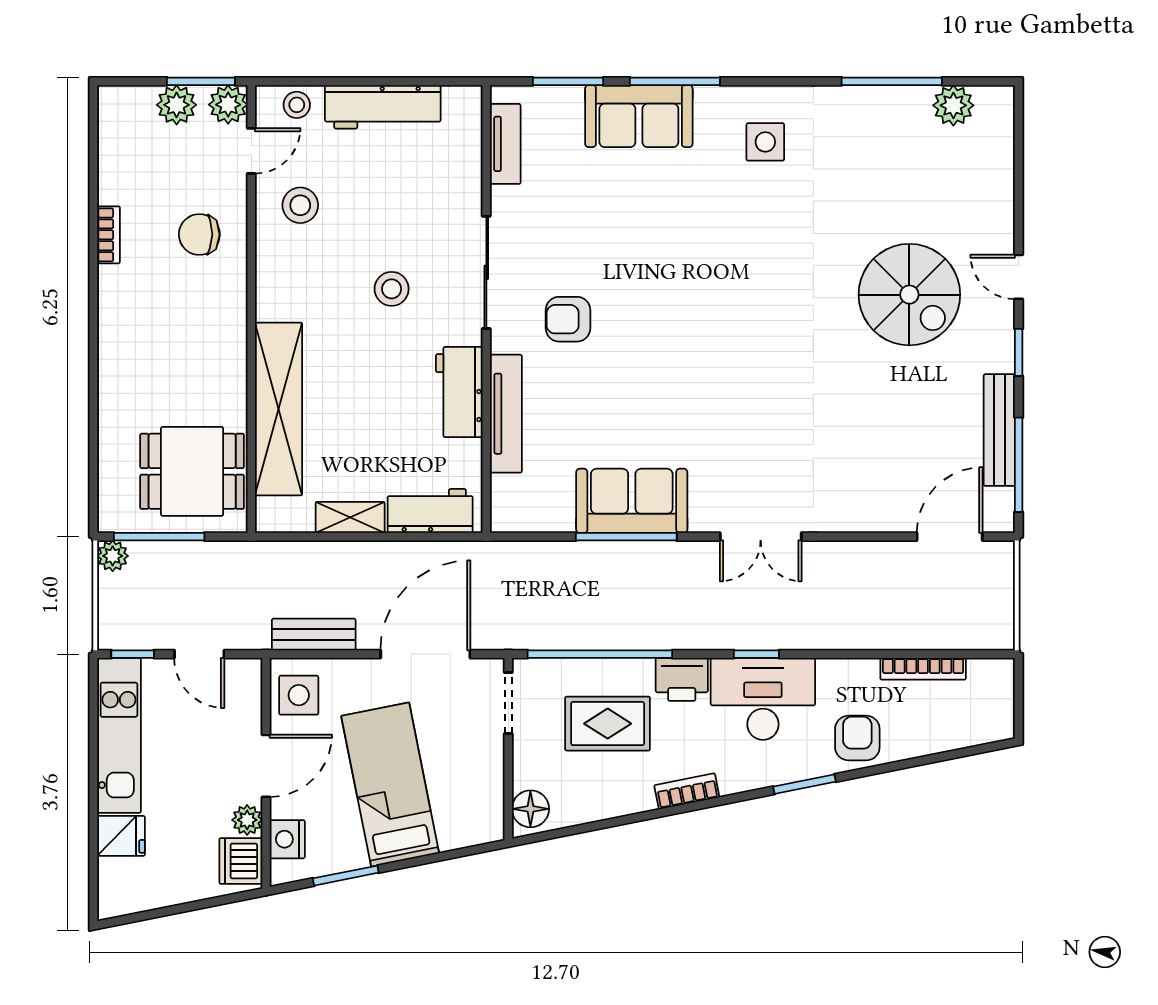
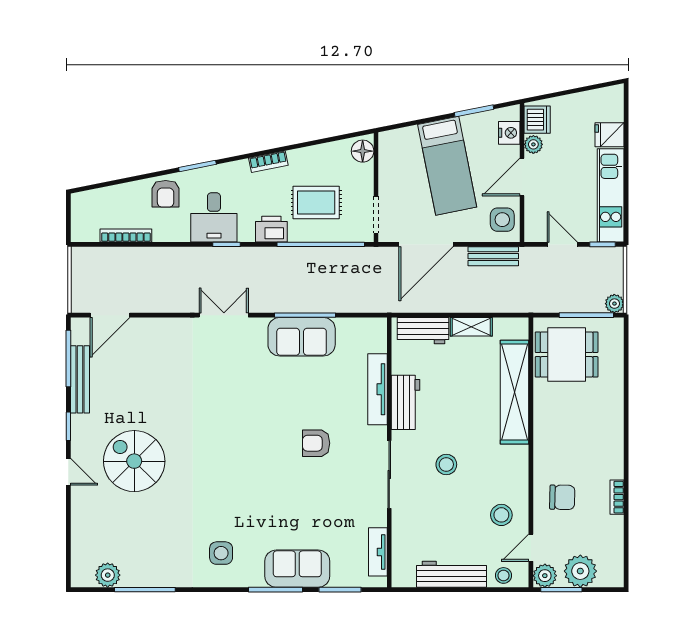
plant: (177, 105) -> (580, 571), width x1.36, depth x1.36
armchair: (568, 319) -> (316, 443), moved, turned 180
desk: (763, 699) -> (214, 217), width x0.73

